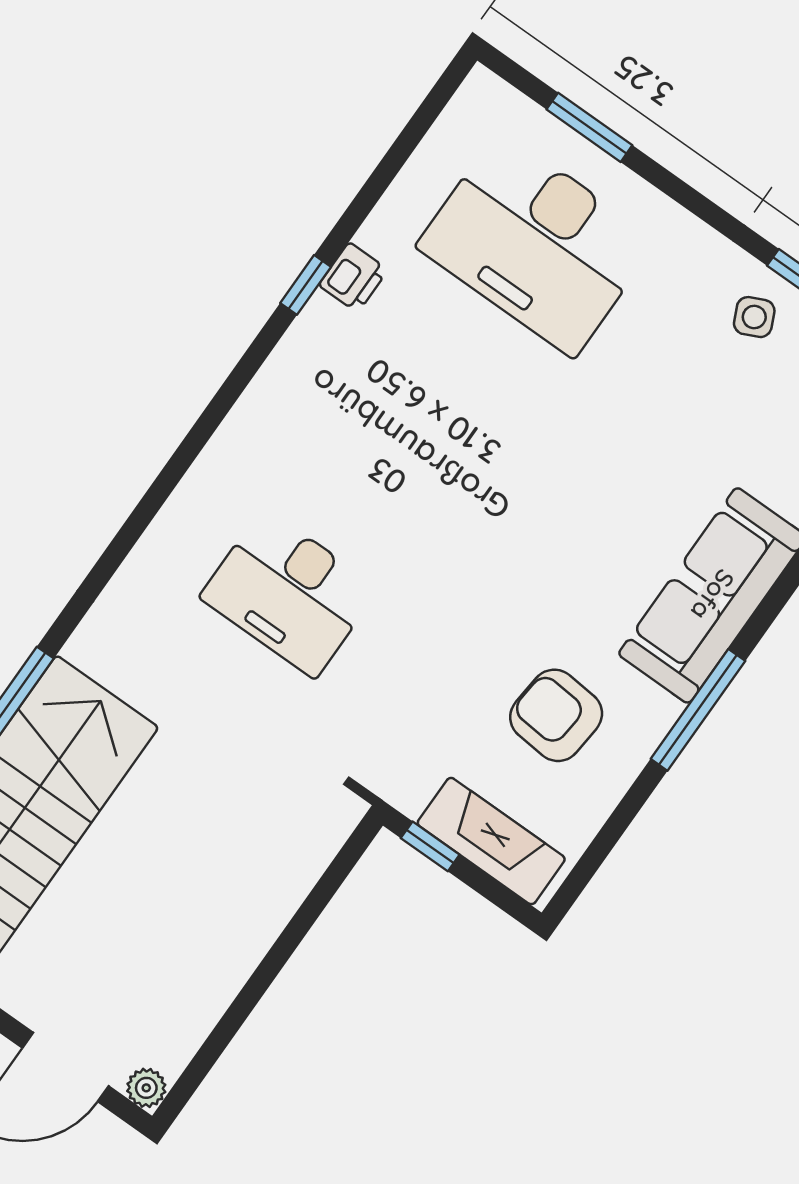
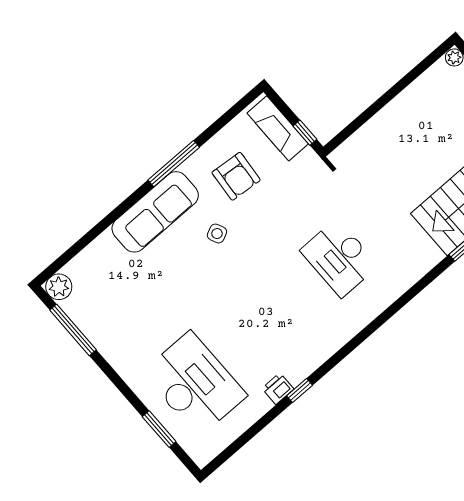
side table: (754, 317) -> (217, 234), moved
desk: (289, 593) -> (339, 258), turned 180

